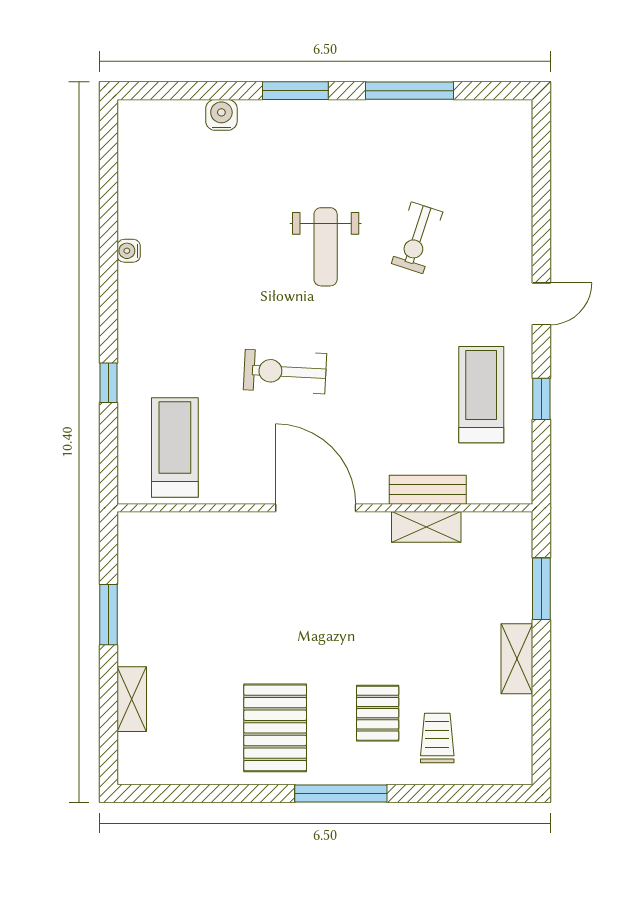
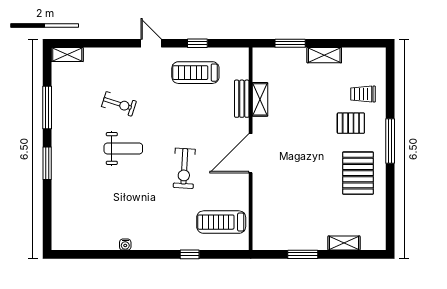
water cooler: (221, 115) -> (59, 199), removed
shelving: (518, 132) -> (67, 55), added
pallet: (275, 728) -> (358, 173), turned 90

